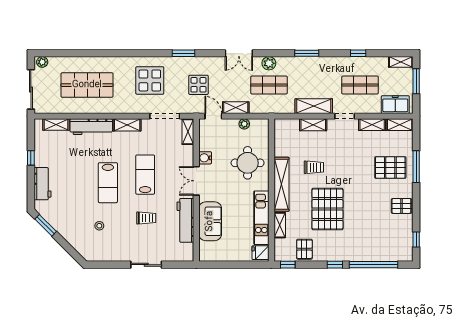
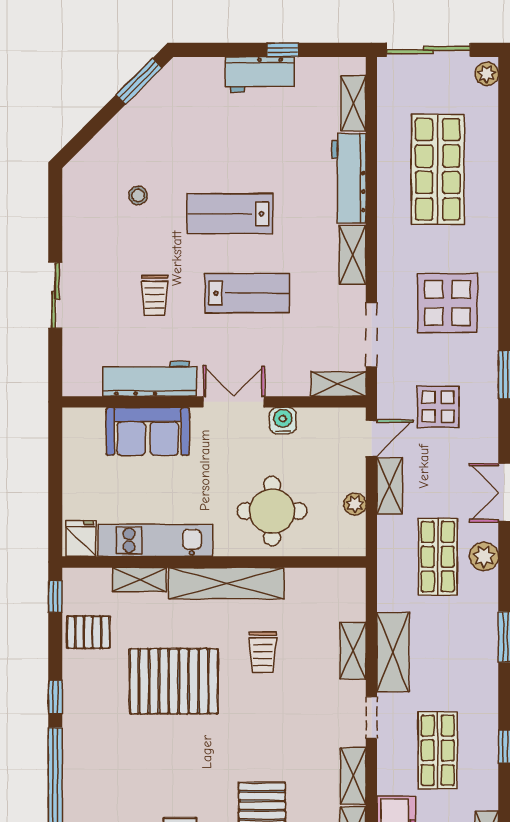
workbench: (43, 184) -> (260, 75), moved

